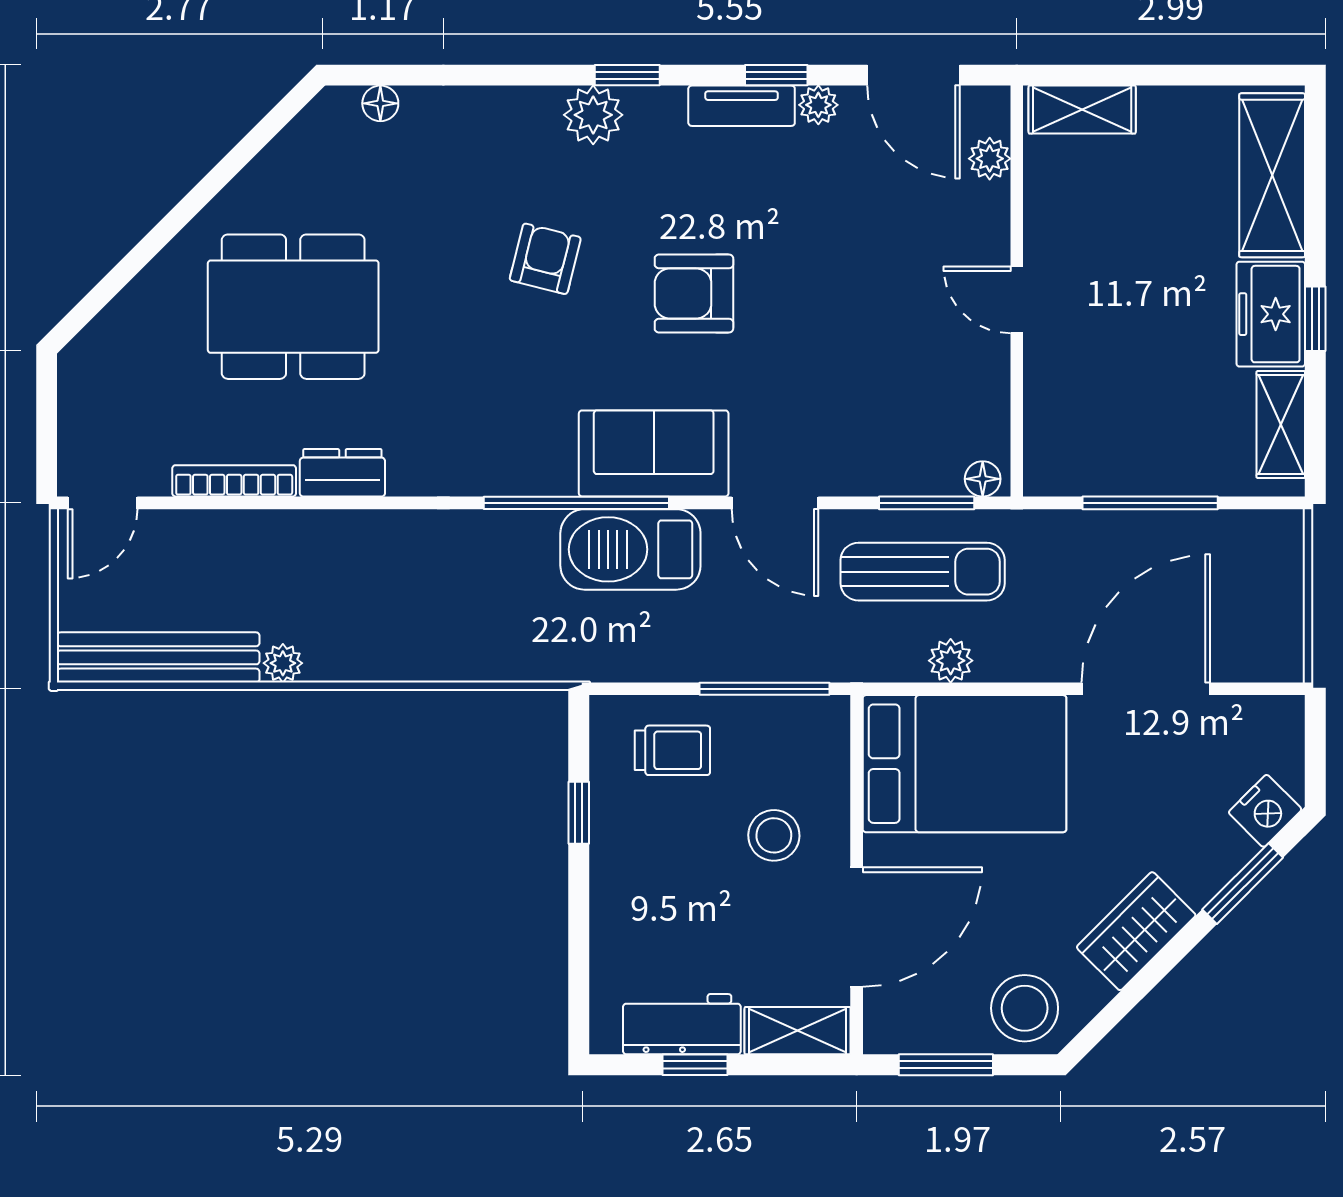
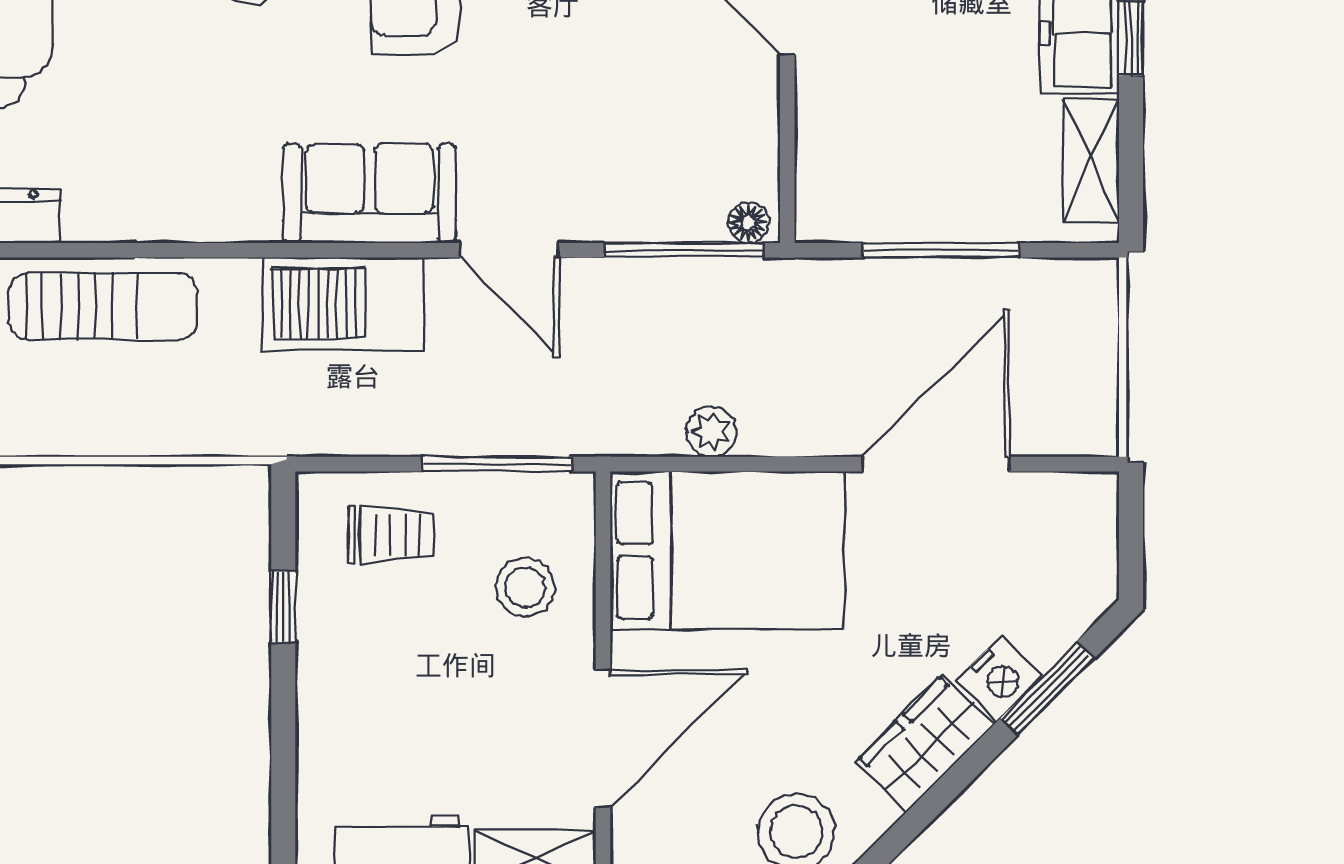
window: (576, 503) -> (281, 250), removed
window: (927, 503) -> (684, 250), width x1.44
sun lounger: (923, 572) -> (103, 306), moved
nightstand: (1265, 811) -> (999, 678), moved
stool: (774, 835) -> (525, 587), moved

